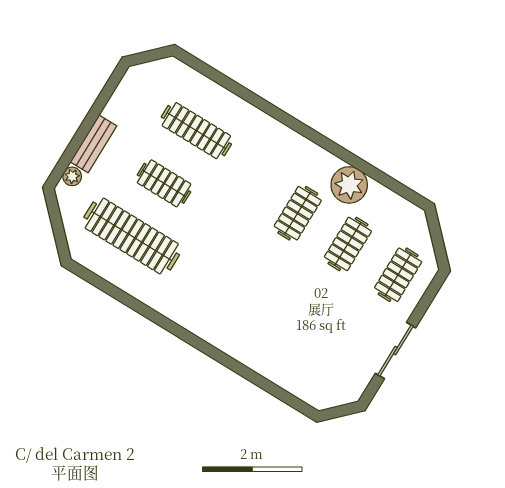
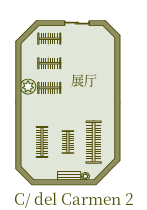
plant: (349, 185) -> (28, 87), moved

